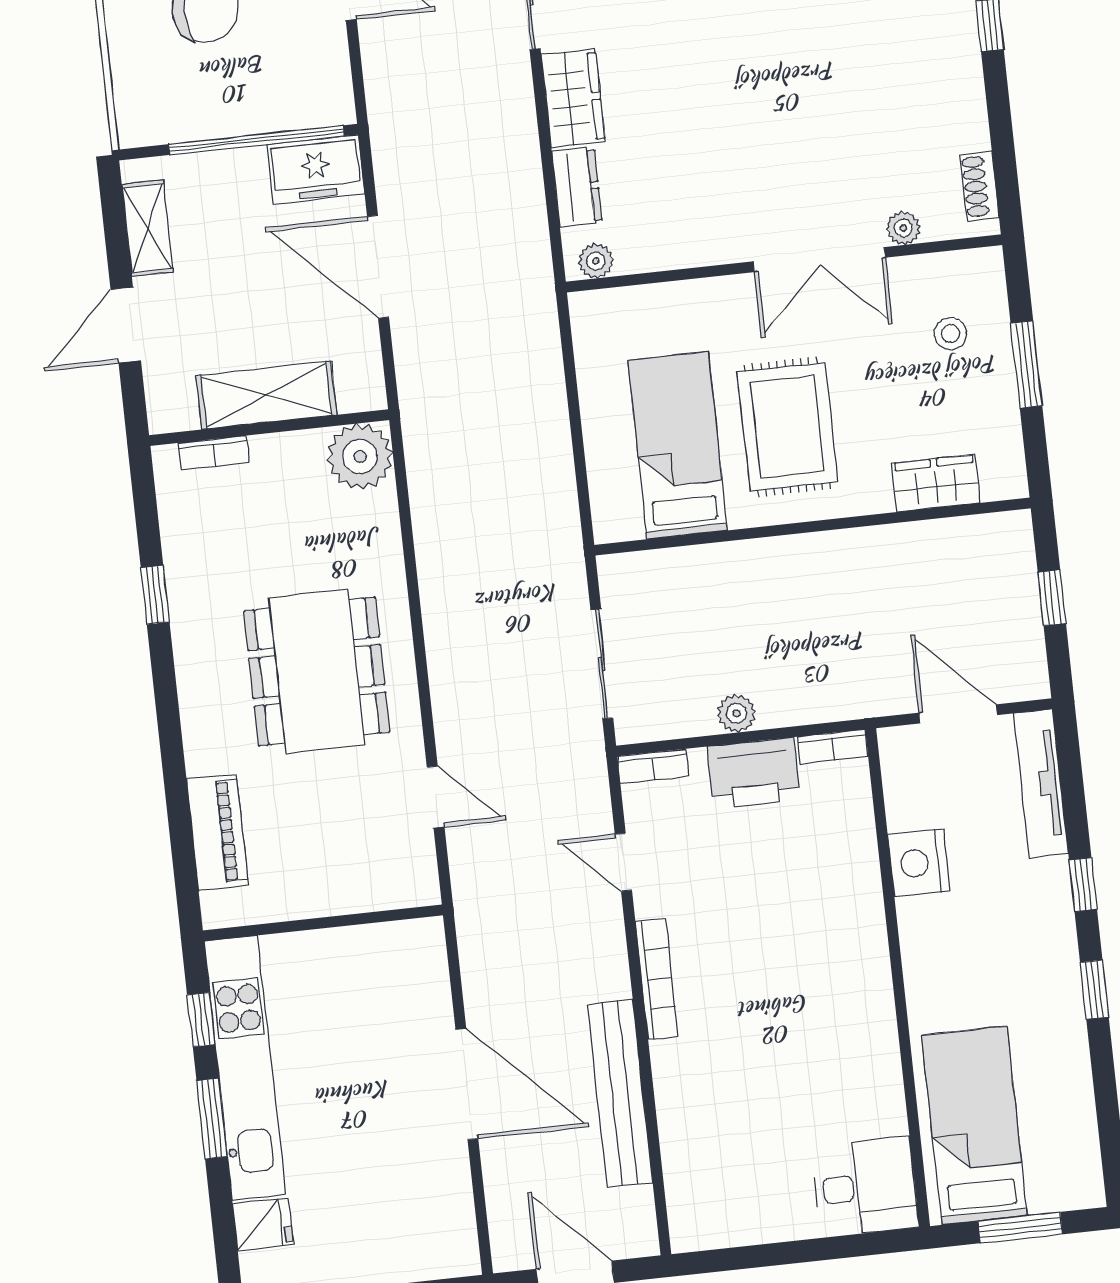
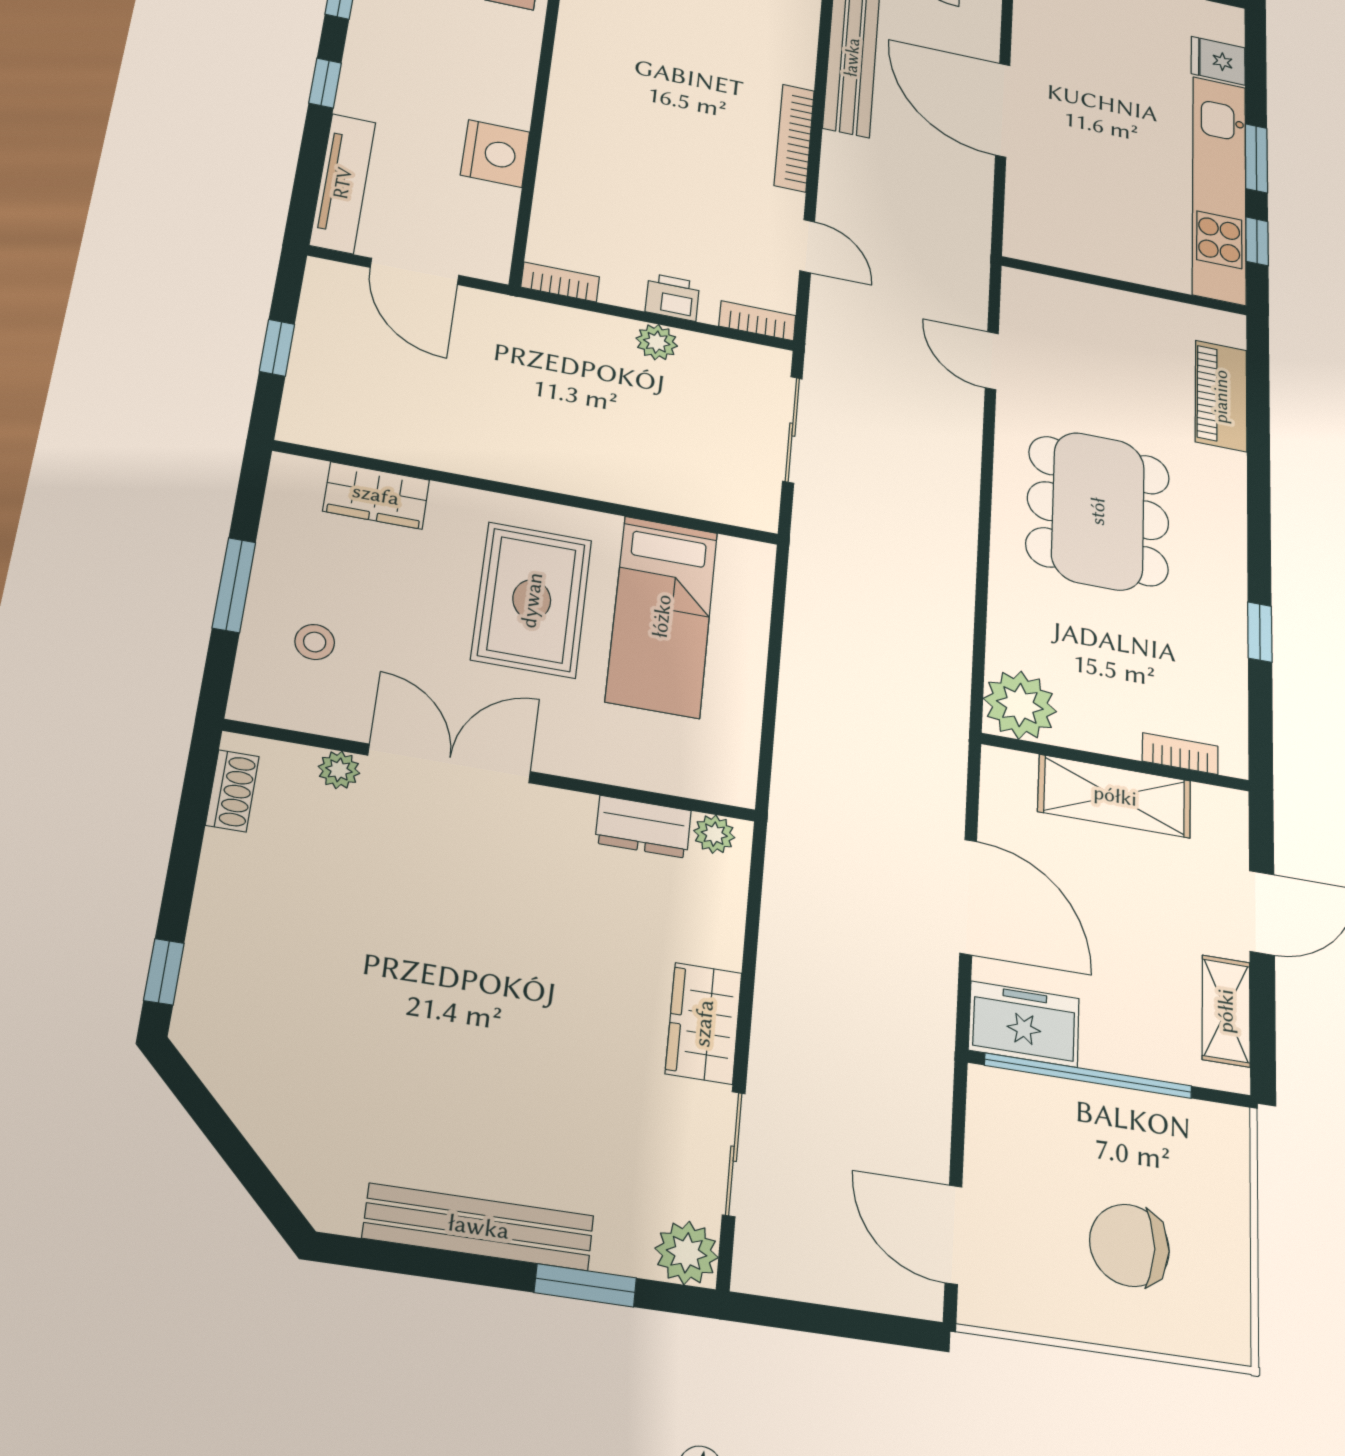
dresser: (577, 187) -> (643, 827), moved, turned -90
printer: (754, 773) -> (672, 297), width x0.53, depth x0.68

